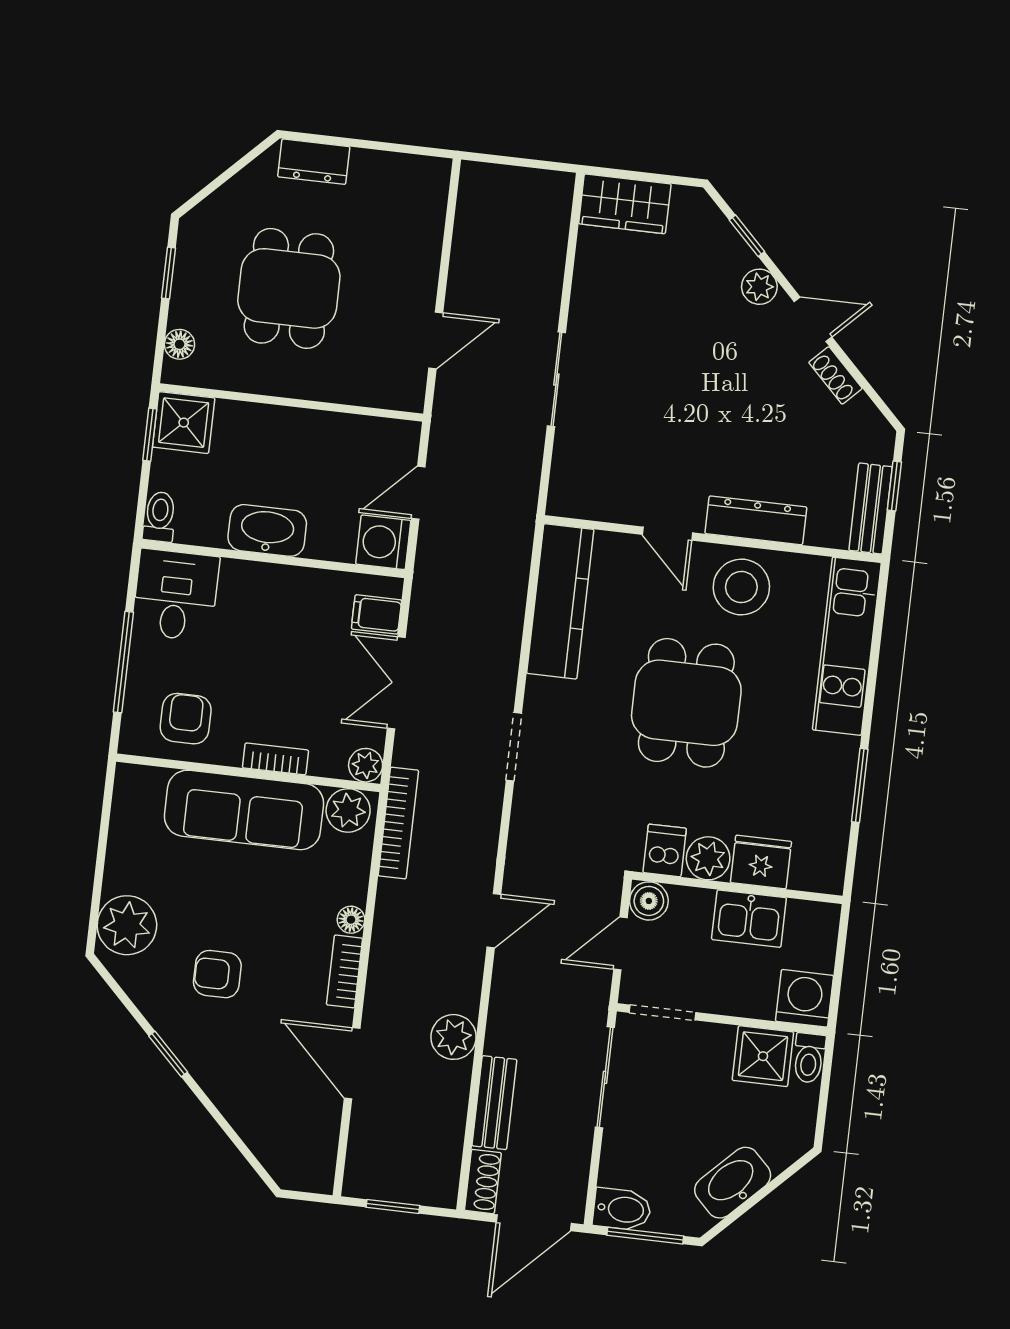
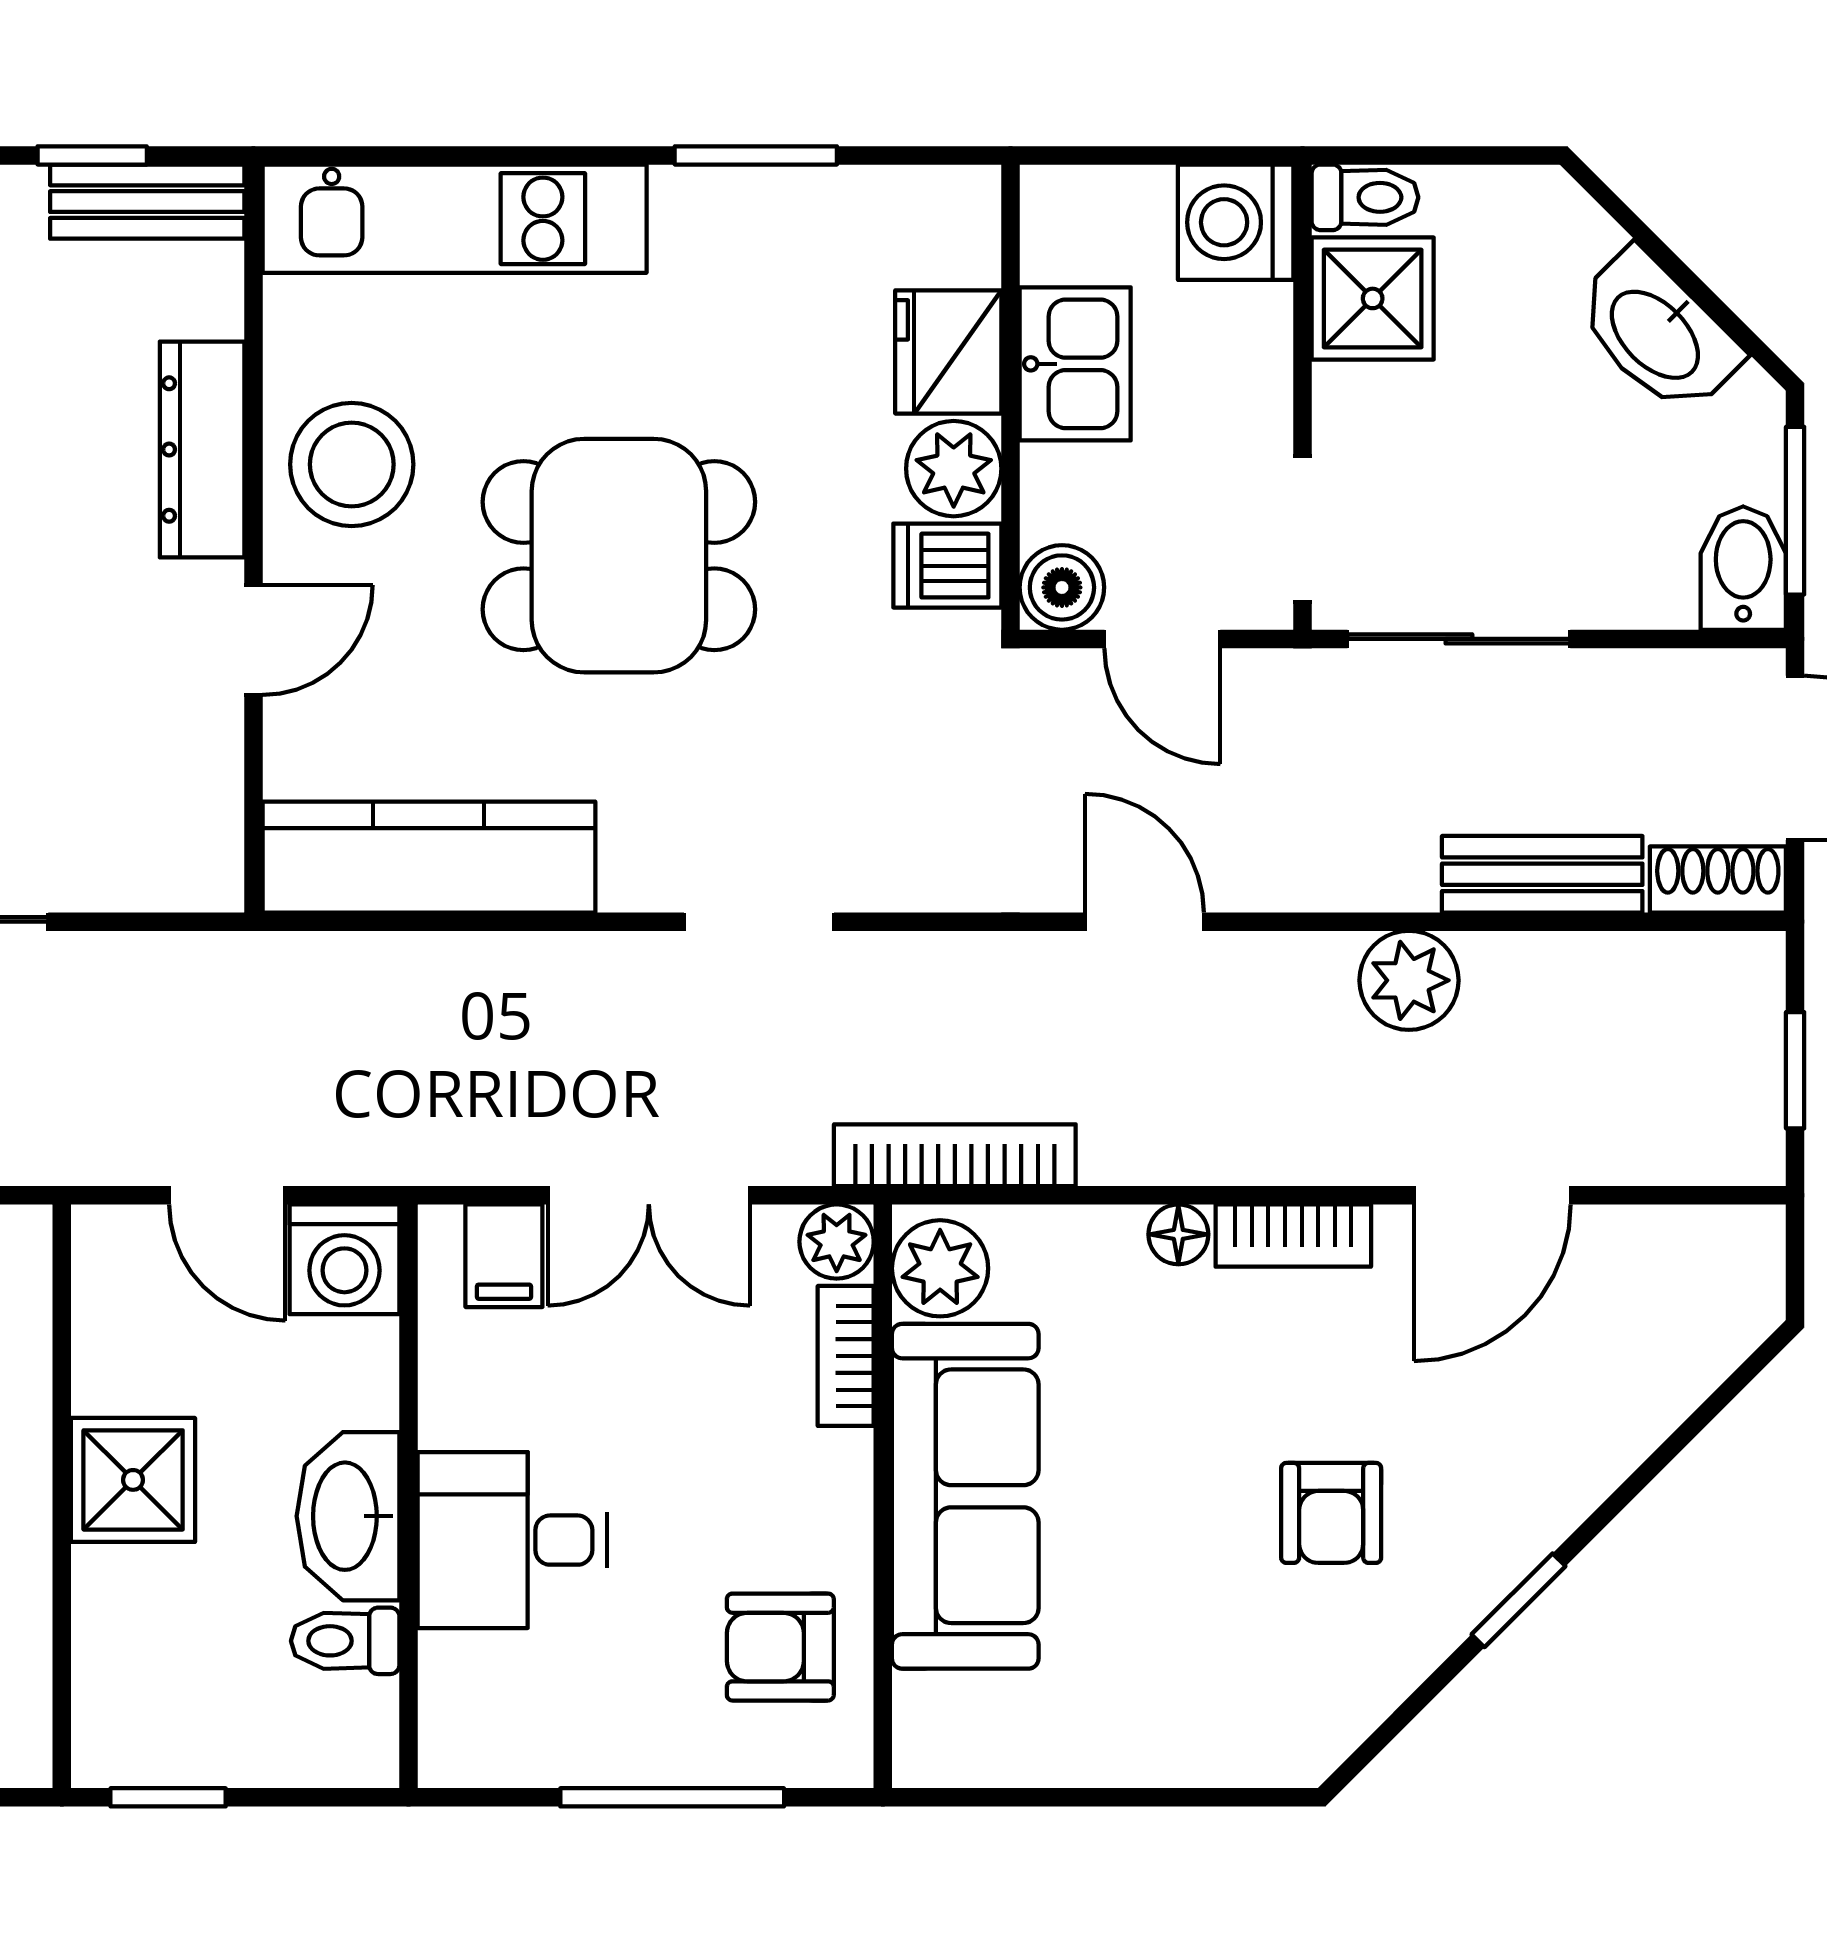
shower: (184, 423) -> (133, 1480), moved
toilet: (160, 517) -> (345, 1641), moved
desk: (176, 595) -> (513, 1540), moved
bookcase: (275, 759) -> (846, 1356), moved
plant: (127, 925) -> (1247, 1723), removed

